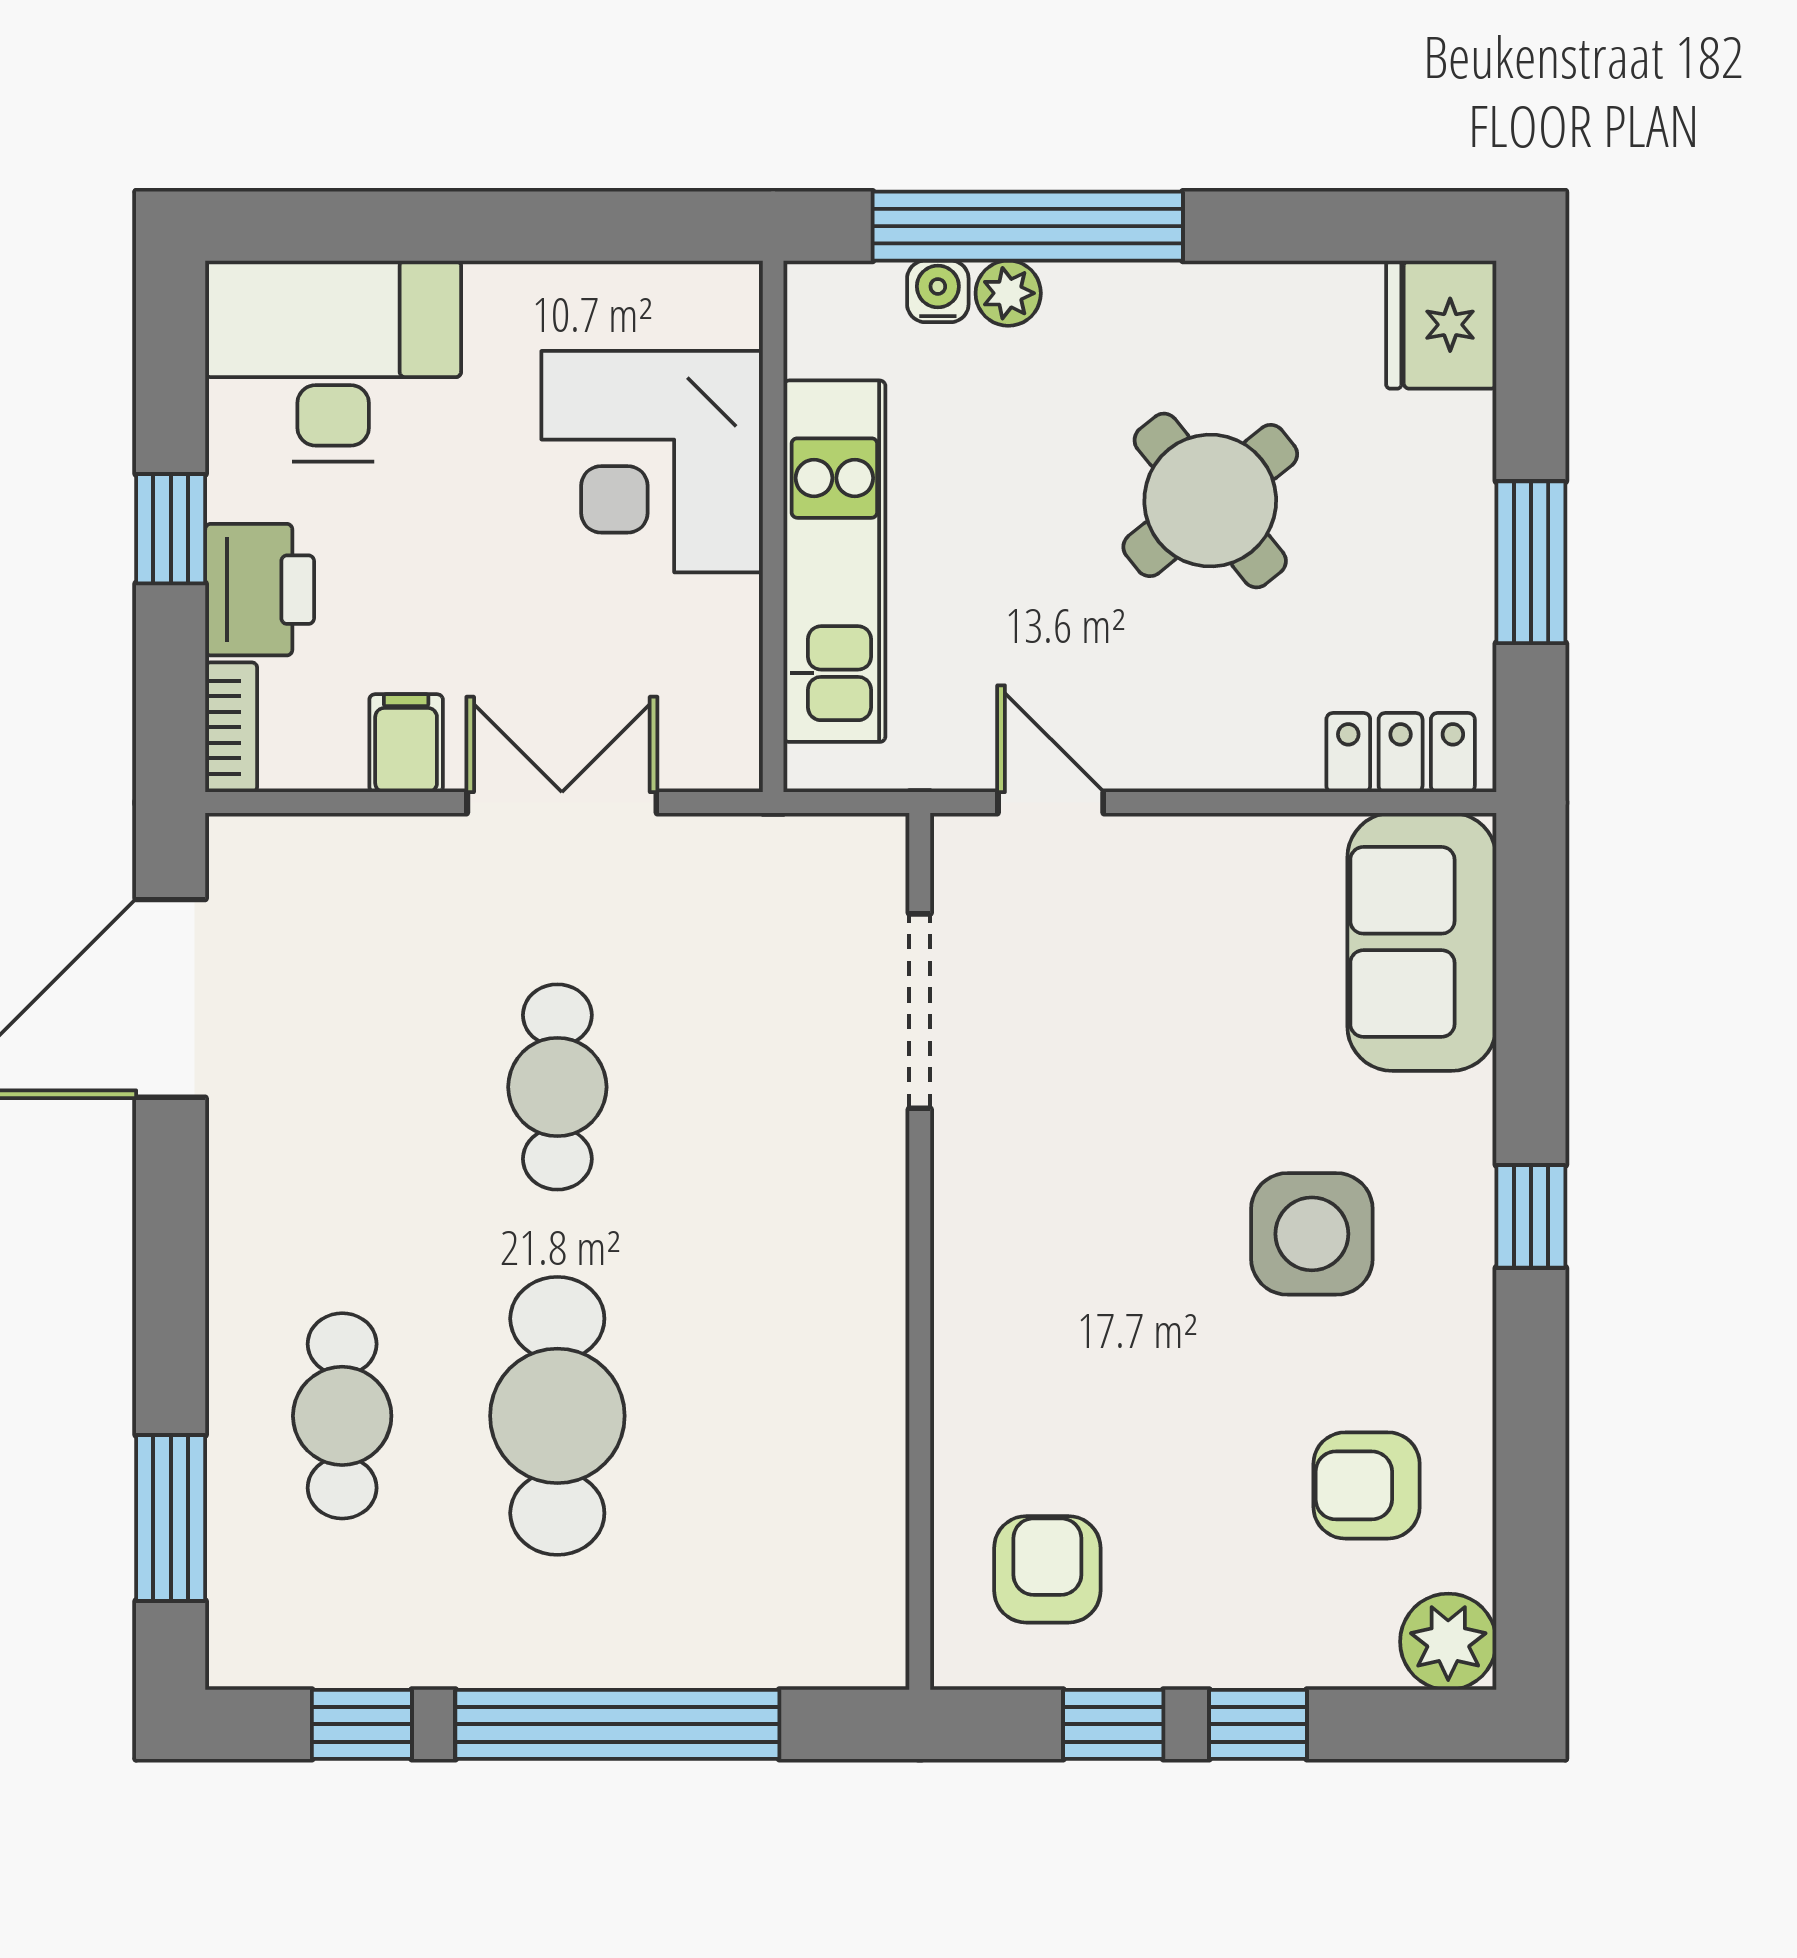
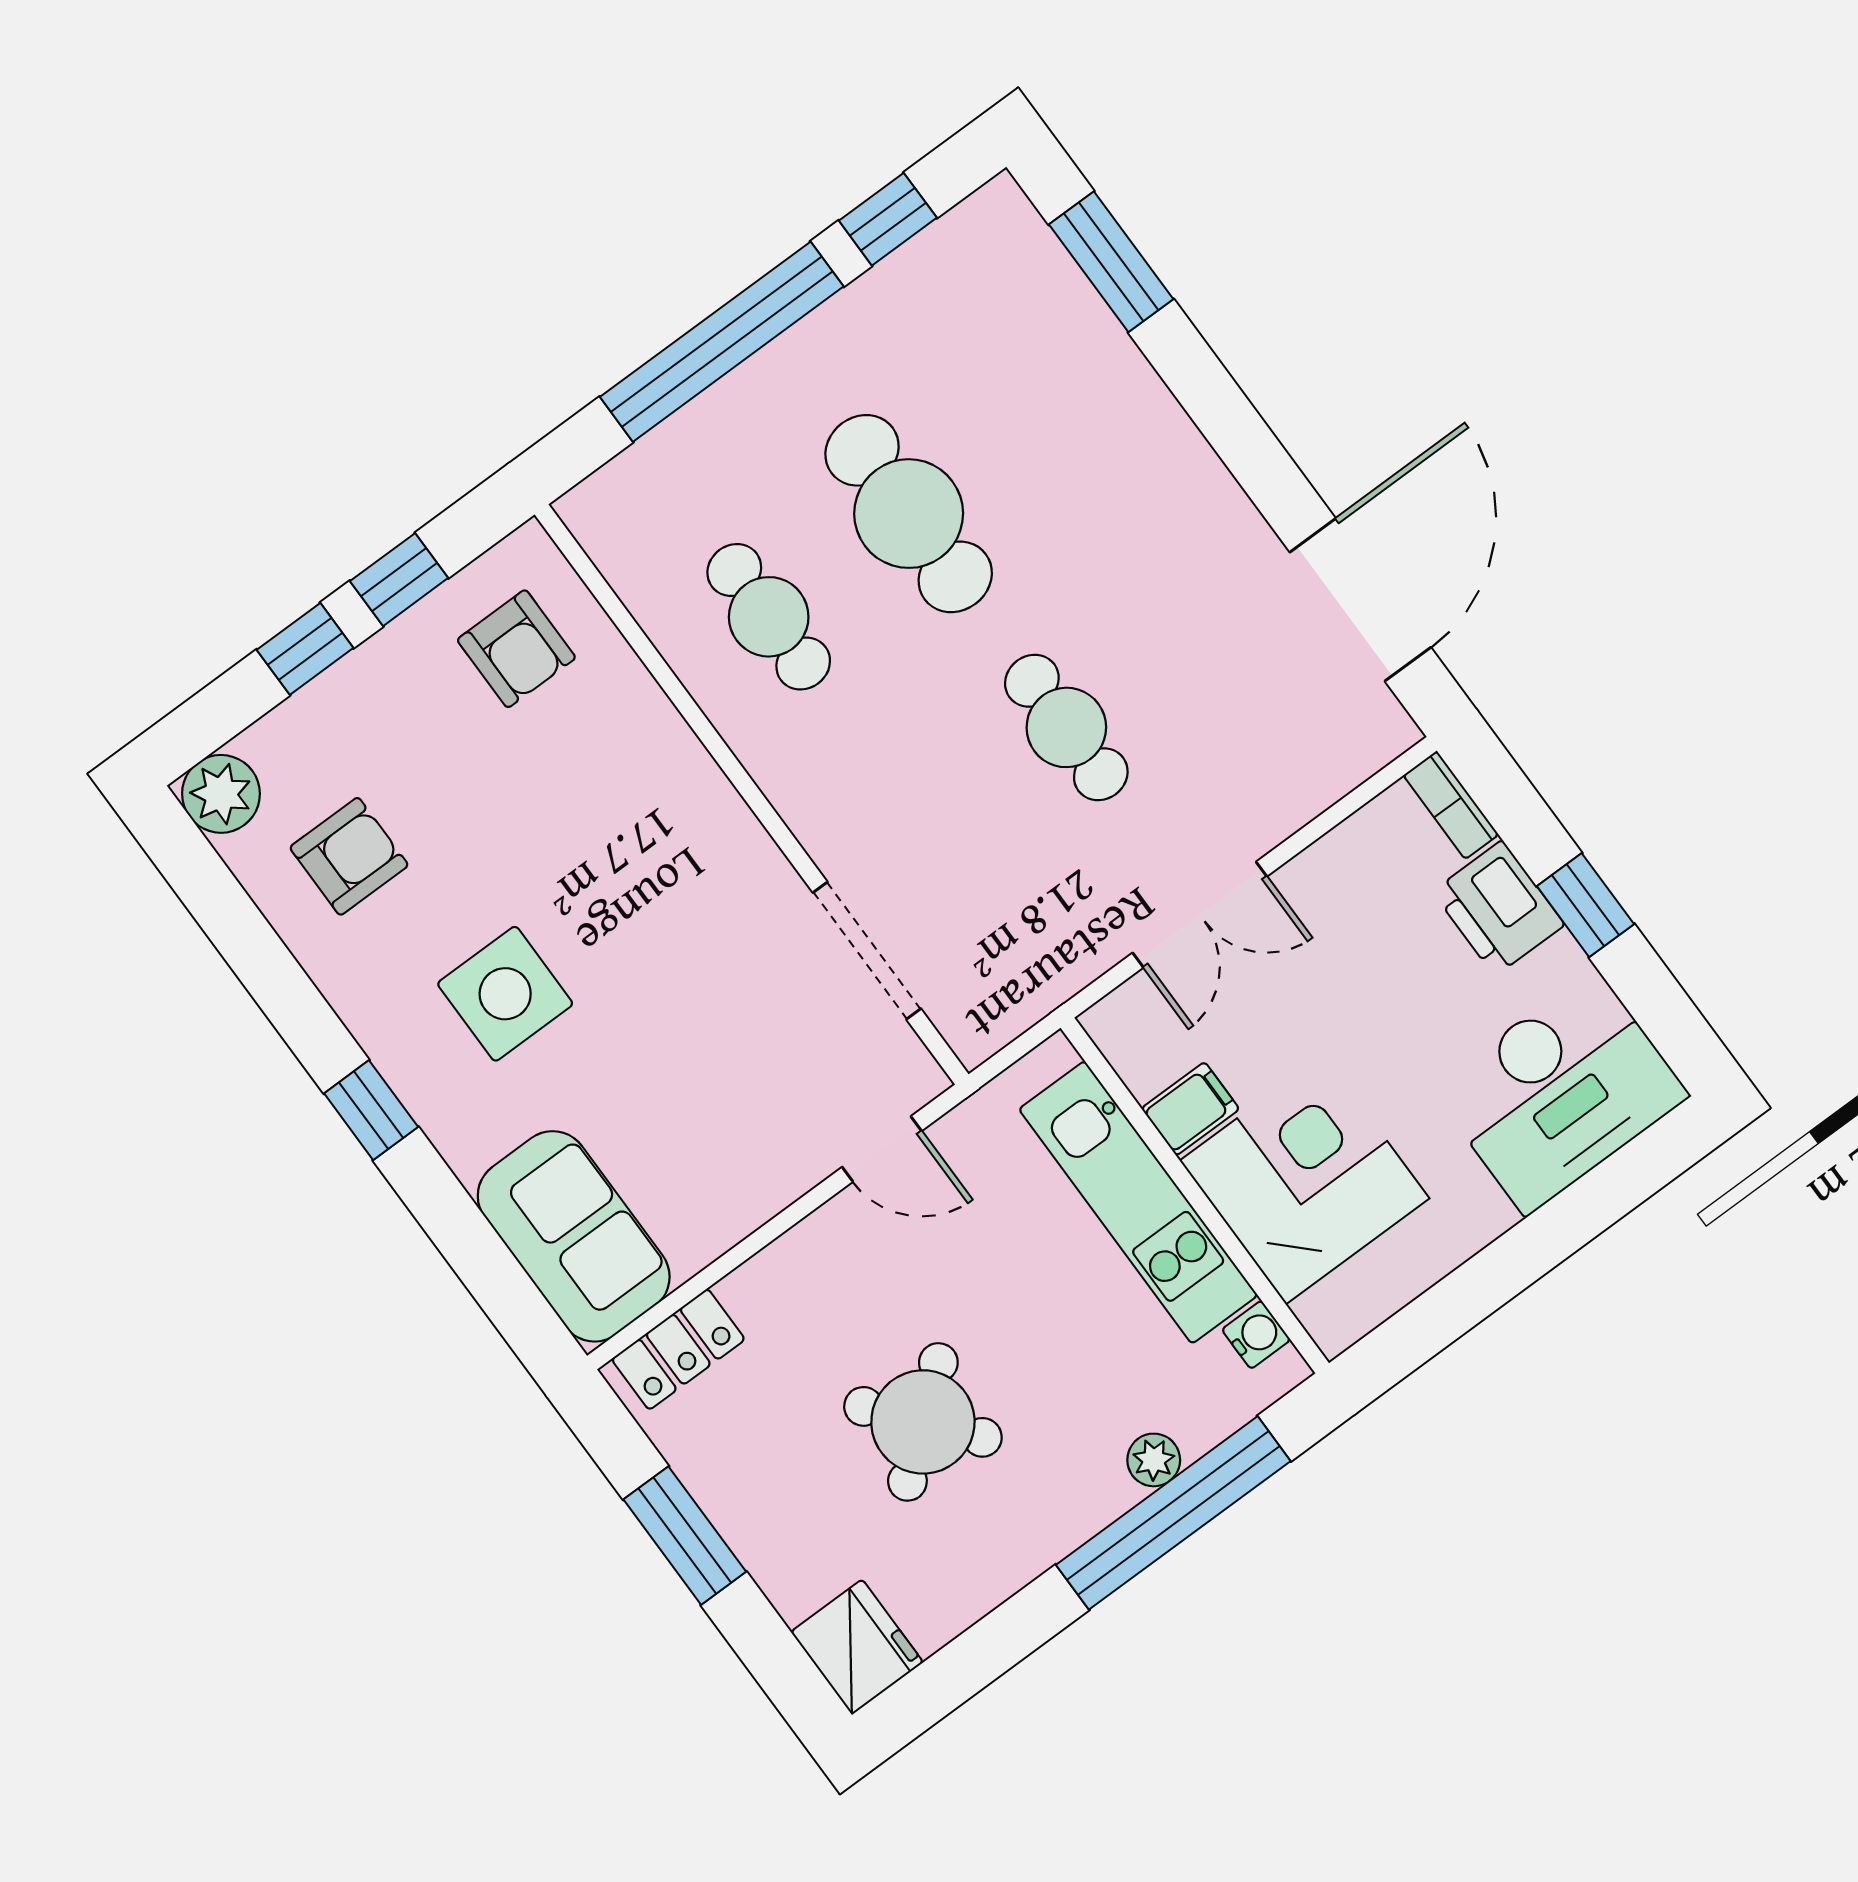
water cooler: (938, 291) -> (1256, 1335), moved, turned -90
filing cabinet: (406, 743) -> (1190, 1109), moved, turned -90
cafe table: (342, 1416) -> (769, 617), moved

